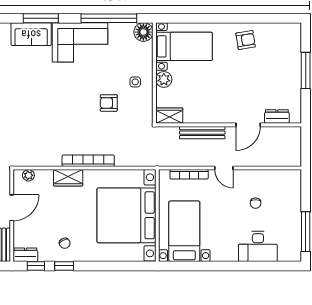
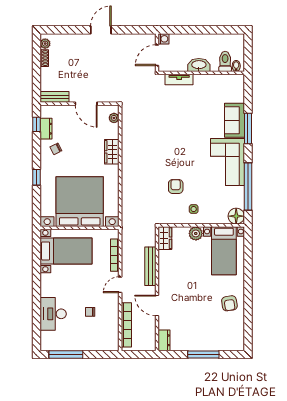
dresser: (277, 116) -> (164, 340), moved
bookcase: (88, 161) -> (126, 325), moved
dresser: (25, 255) -> (46, 129), moved
window: (64, 266) -> (36, 177), moved

